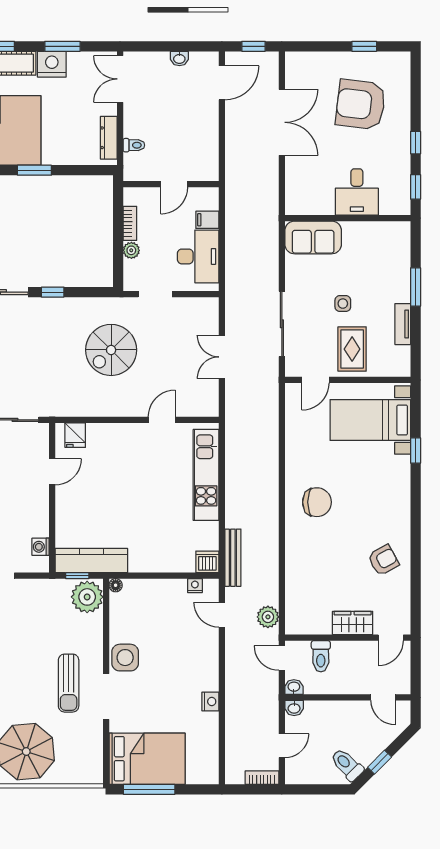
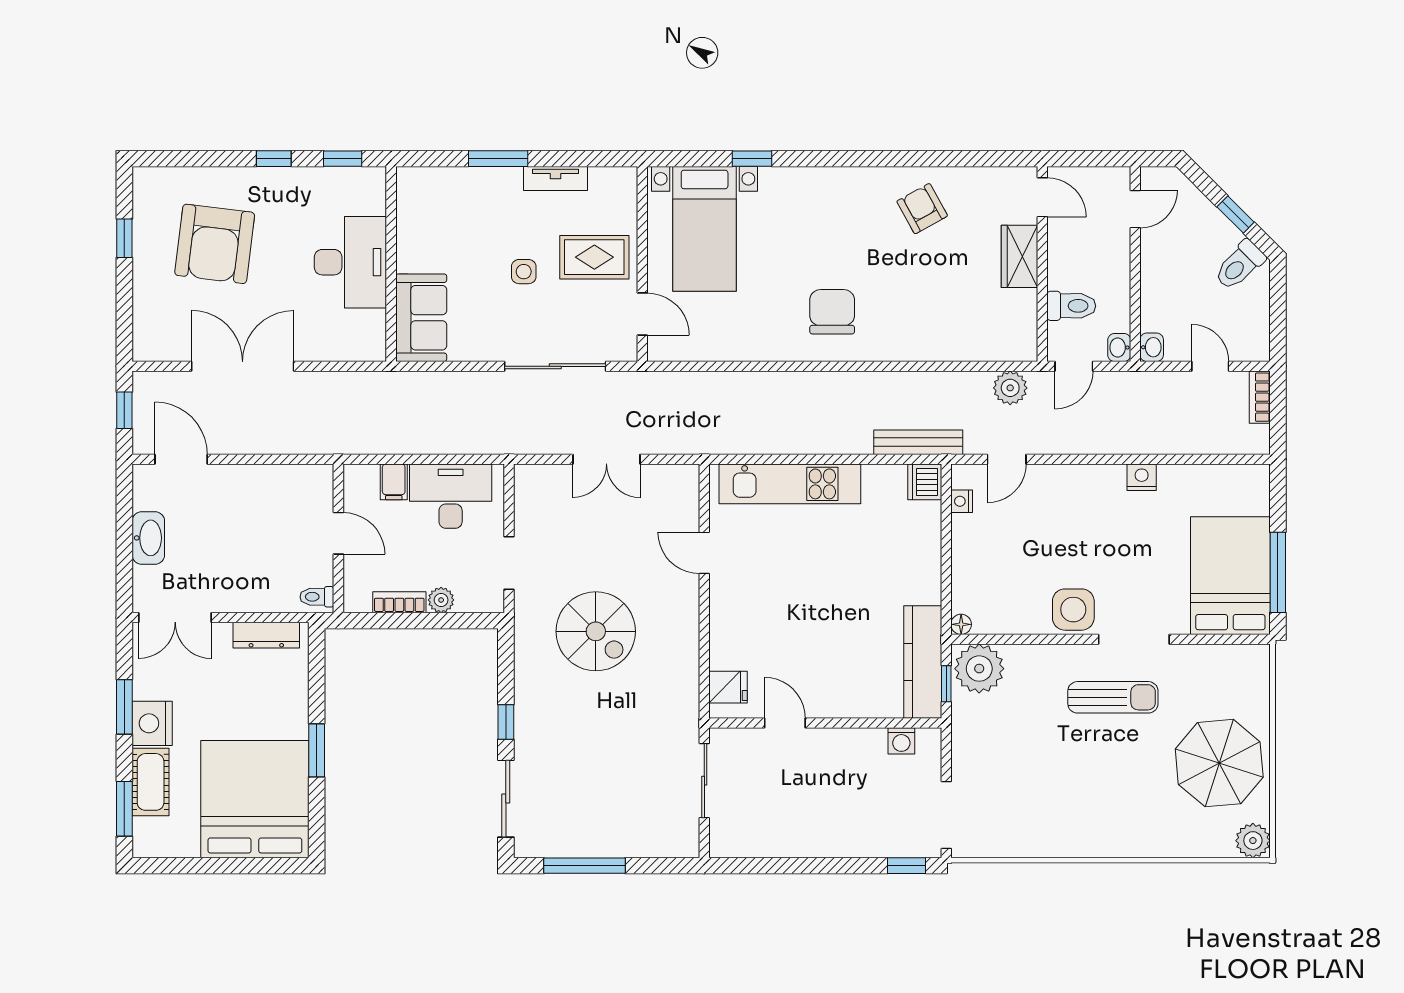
washbasin: (179, 59) -> (148, 538), width x1.91, depth x1.45
toilet: (134, 145) -> (317, 597), moved, turned -90
desk: (357, 192) -> (350, 262), width x1.37

